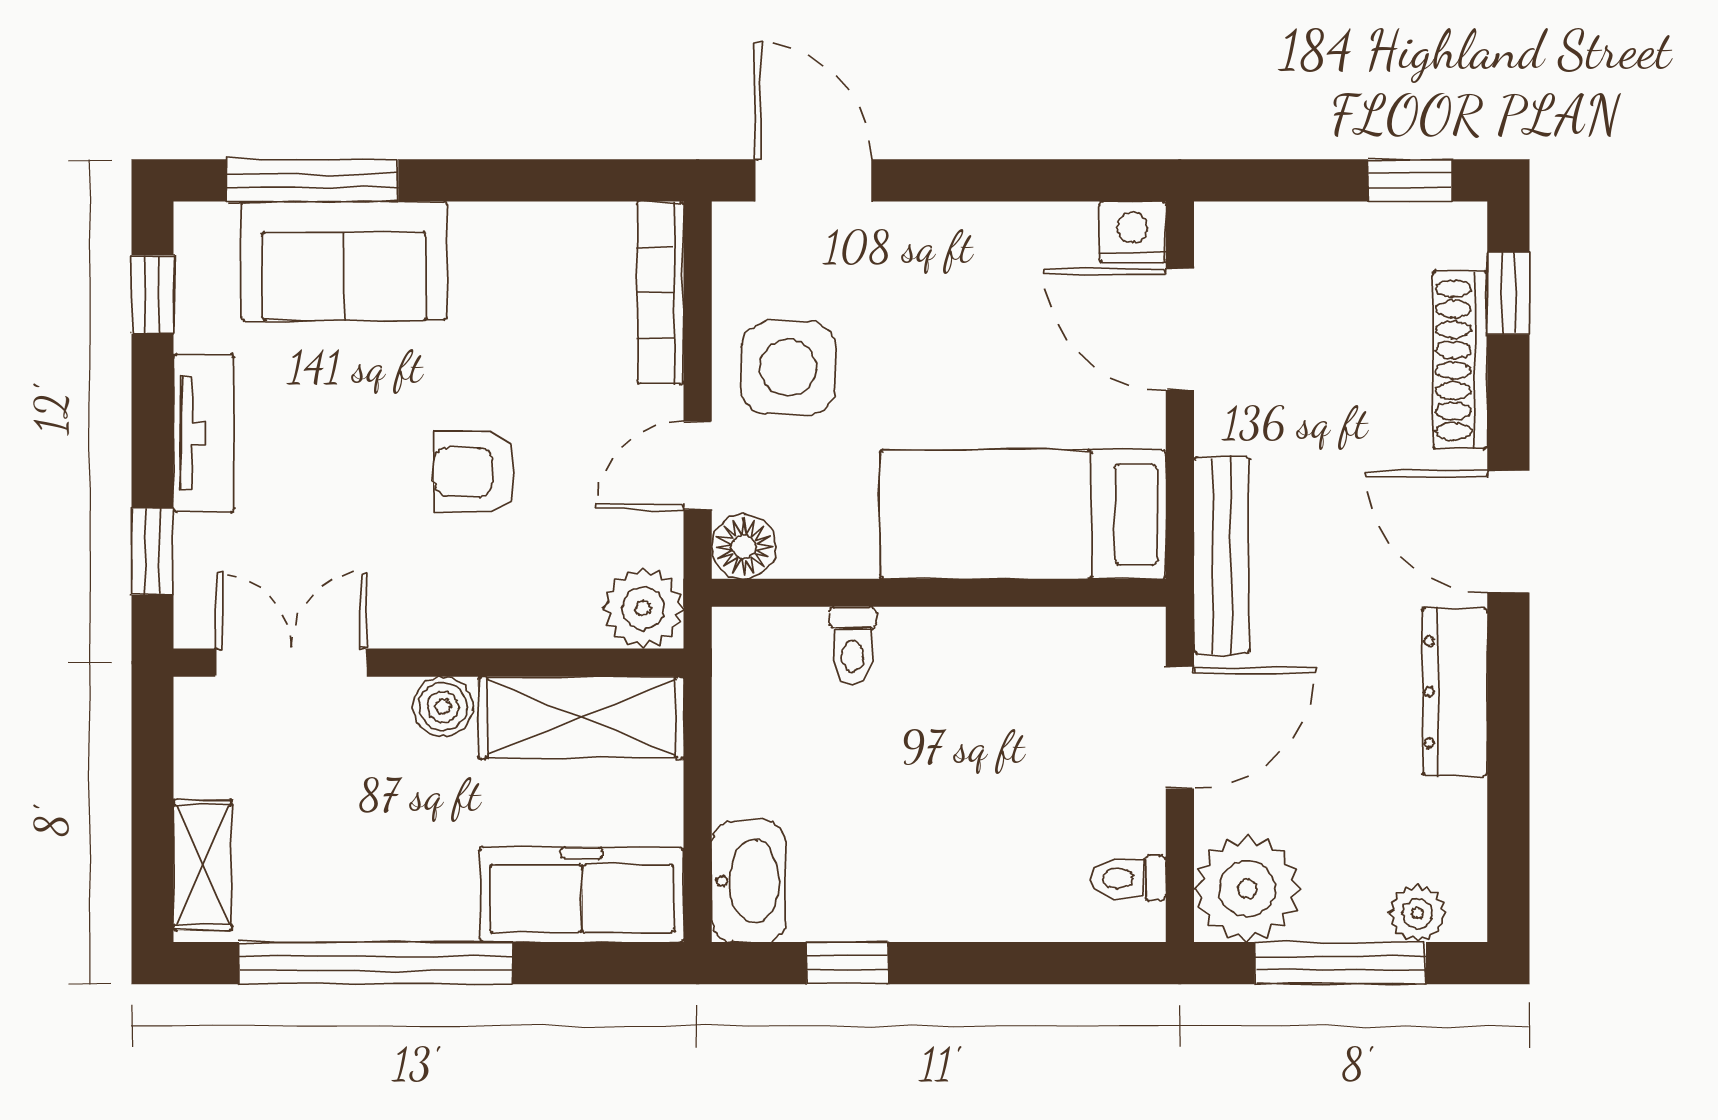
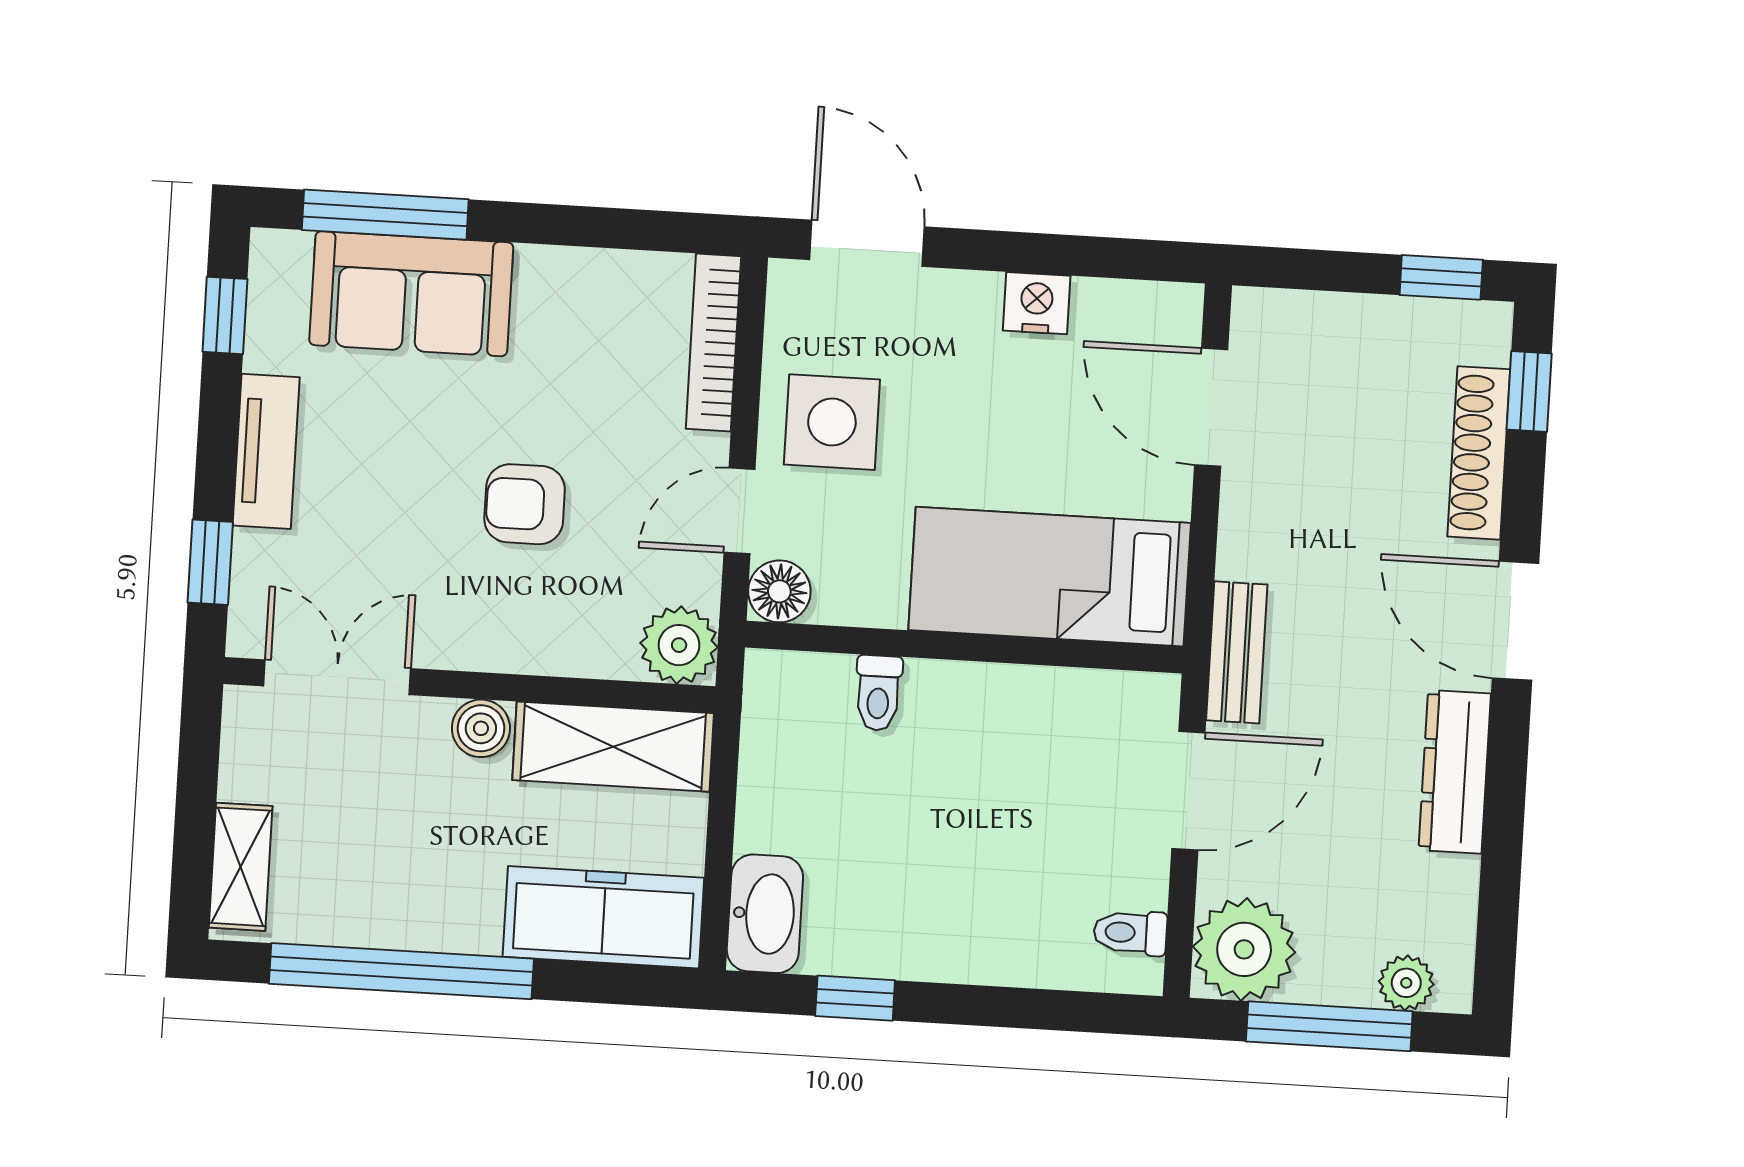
nightstand: (1133, 232) -> (1037, 303), moved
bench: (1221, 555) -> (1237, 652), width x0.73

